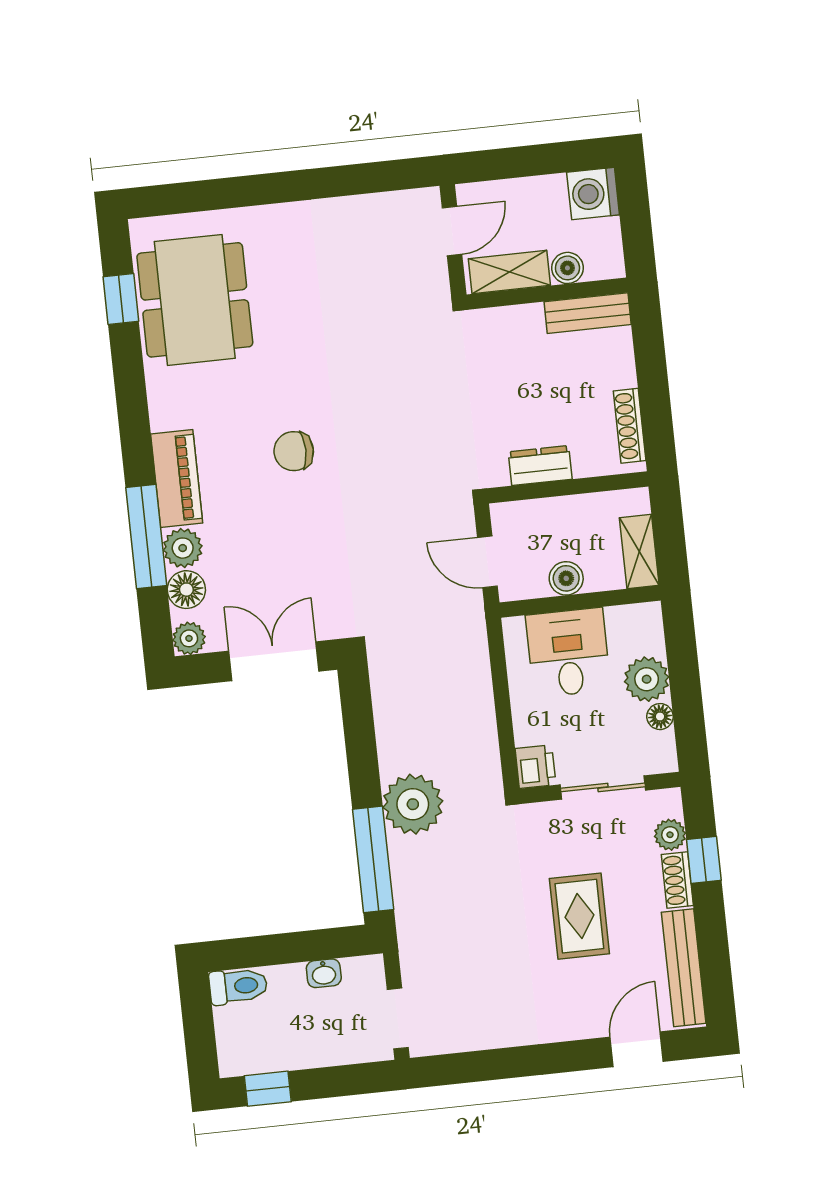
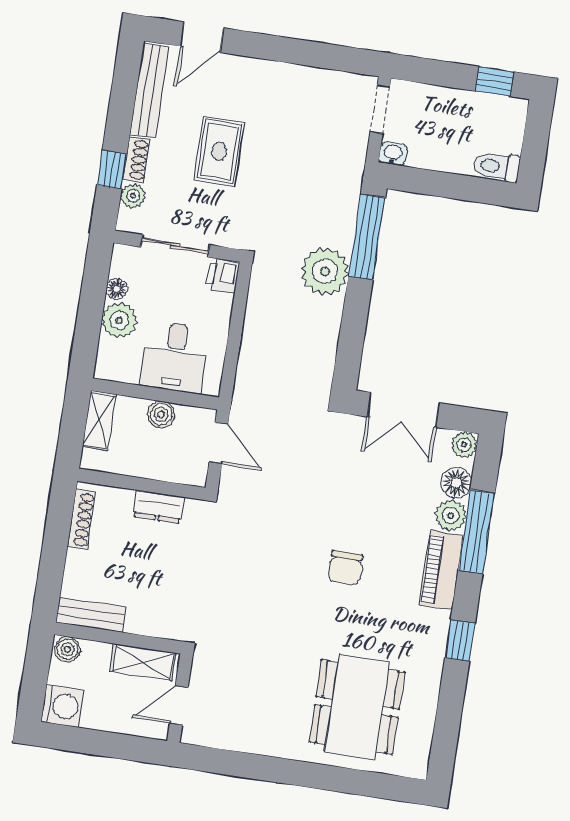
boiler: (567, 268) -> (67, 649), moved
window: (121, 299) -> (460, 640), moved
dining table: (195, 300) -> (357, 707), moved
chair: (294, 451) -> (345, 568), turned 90
washbasin: (324, 973) -> (393, 154), moved

